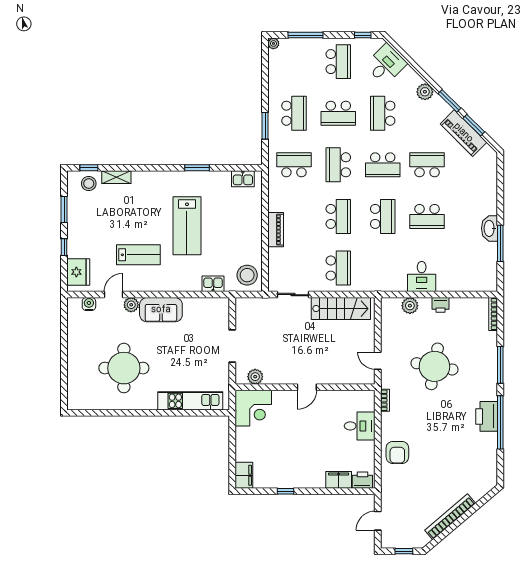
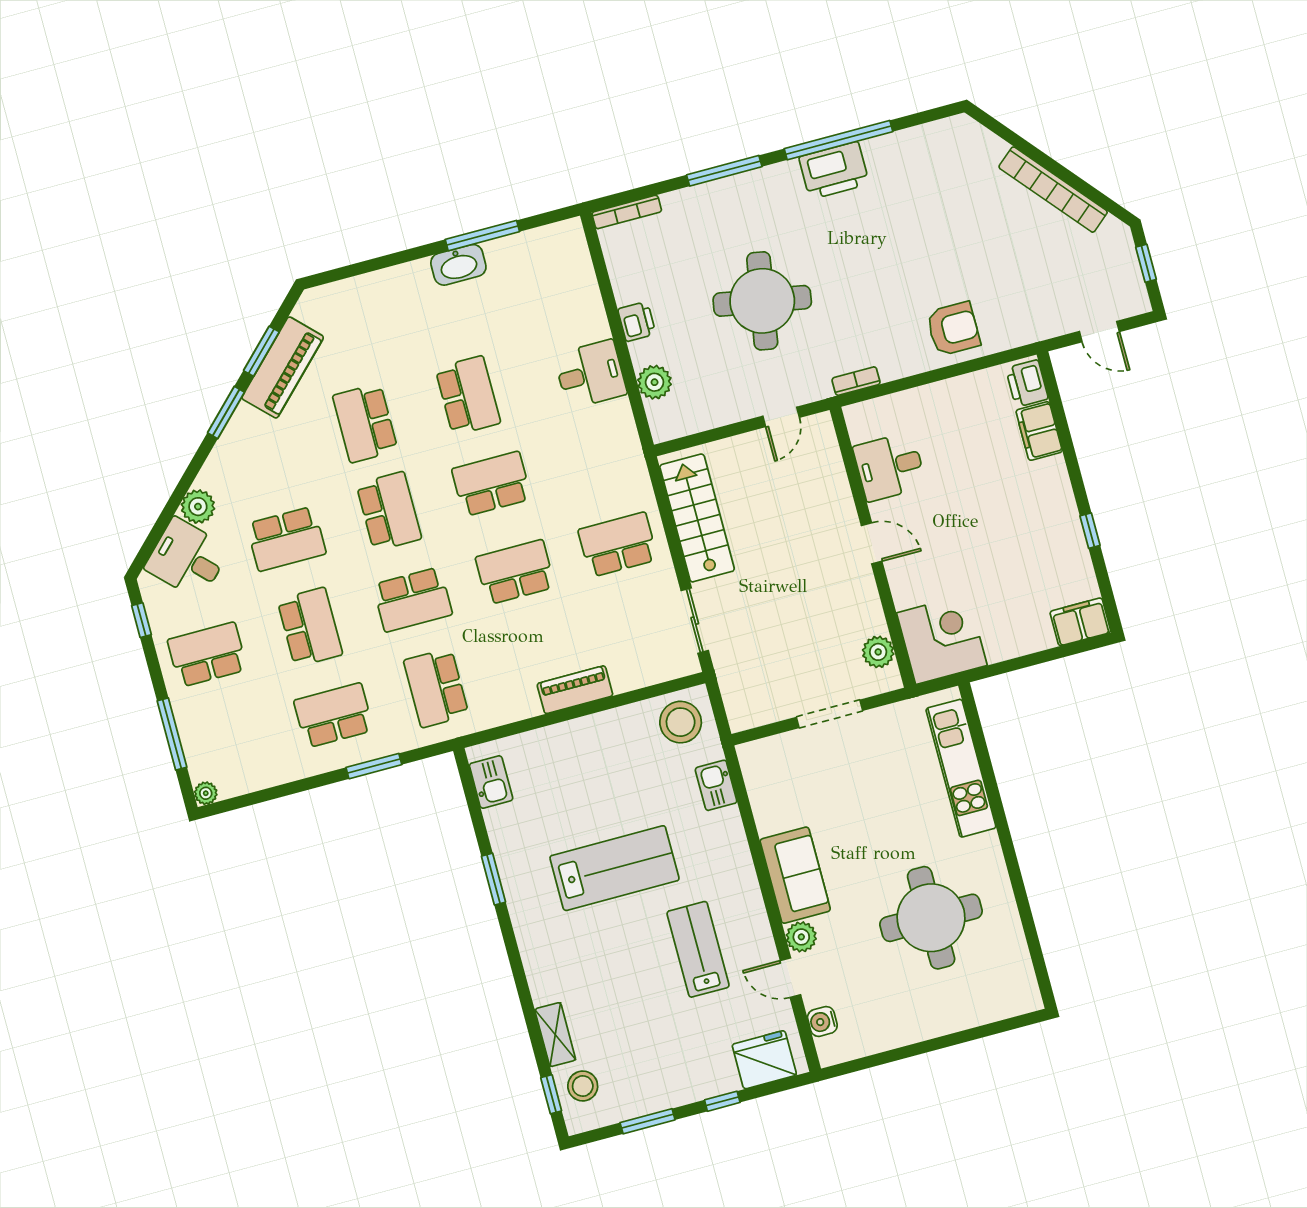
plant: (425, 92) -> (198, 507), moved
desk: (360, 426) -> (890, 467), moved, turned -90

